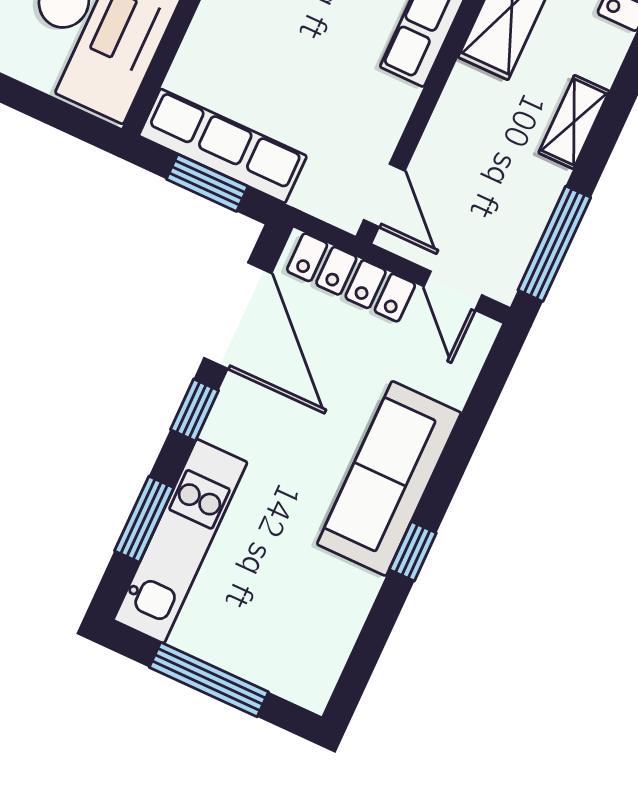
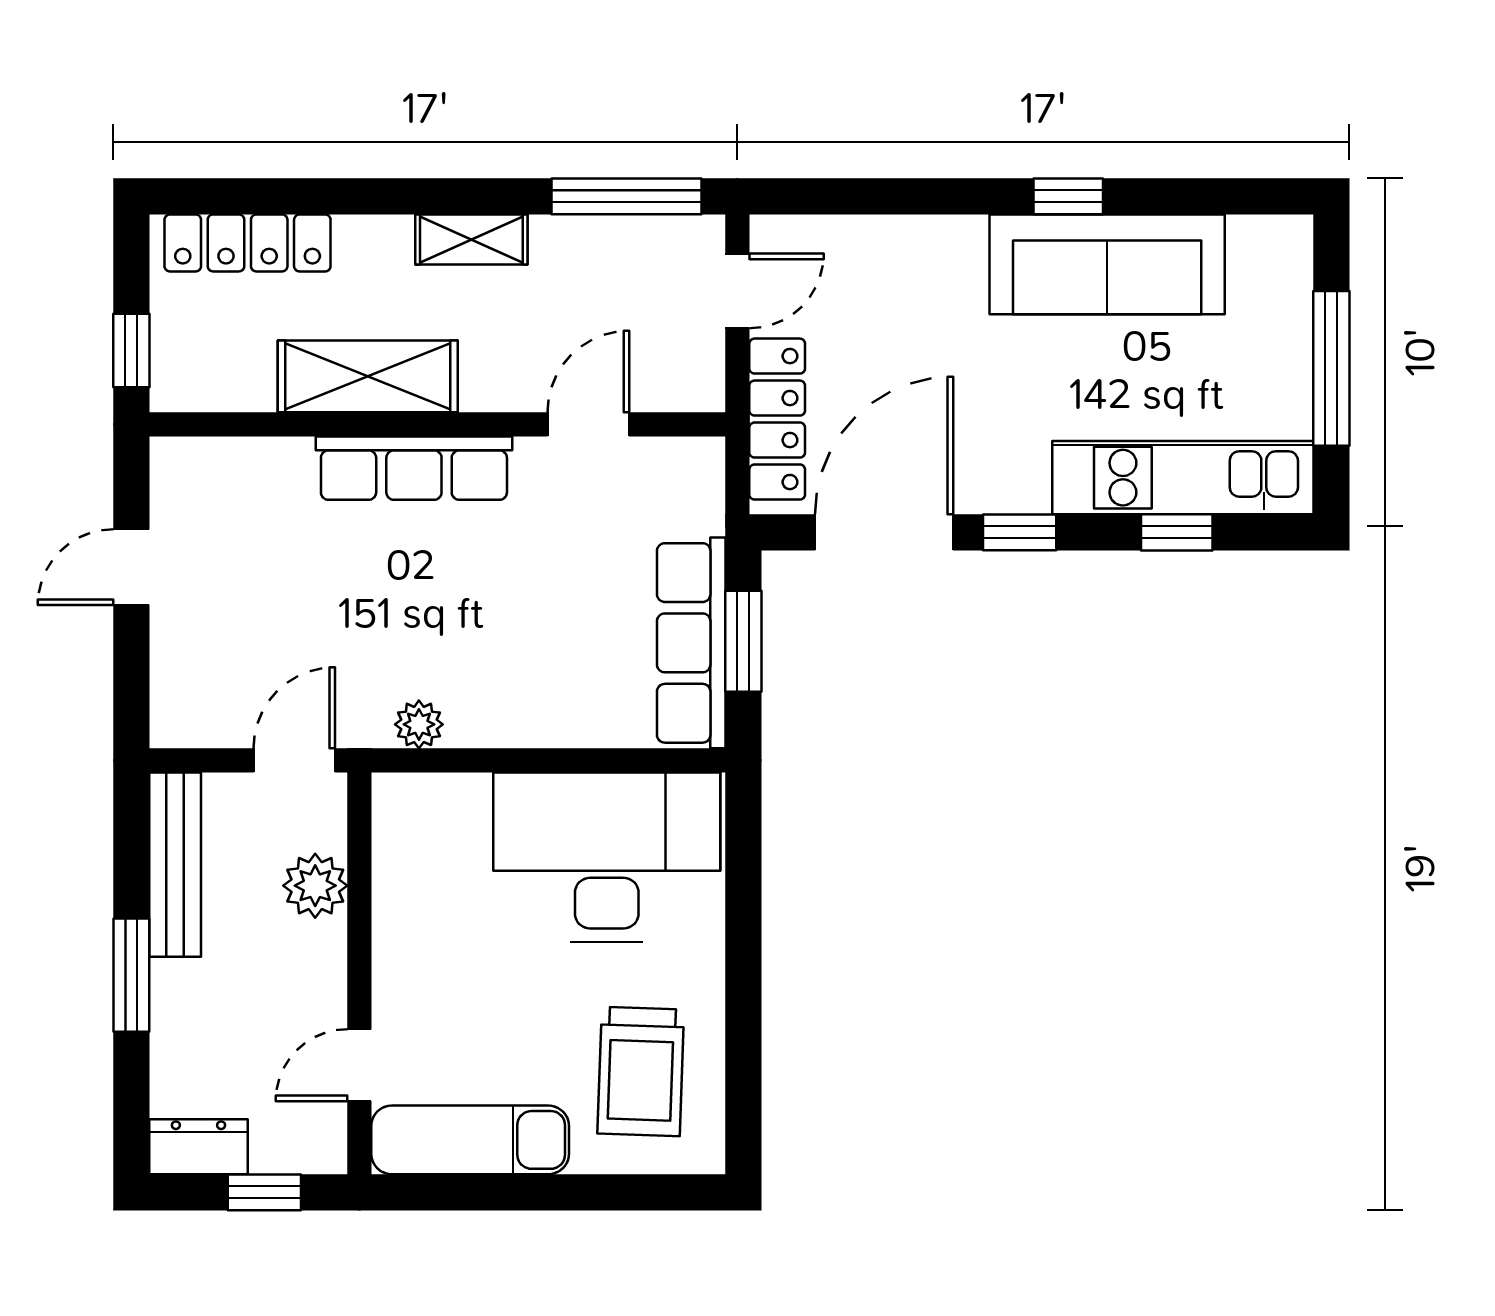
door: (384, 195) -> (588, 424), moved
sofa: (389, 478) -> (1107, 264), moved
window: (144, 519) -> (1177, 532), width x0.67

